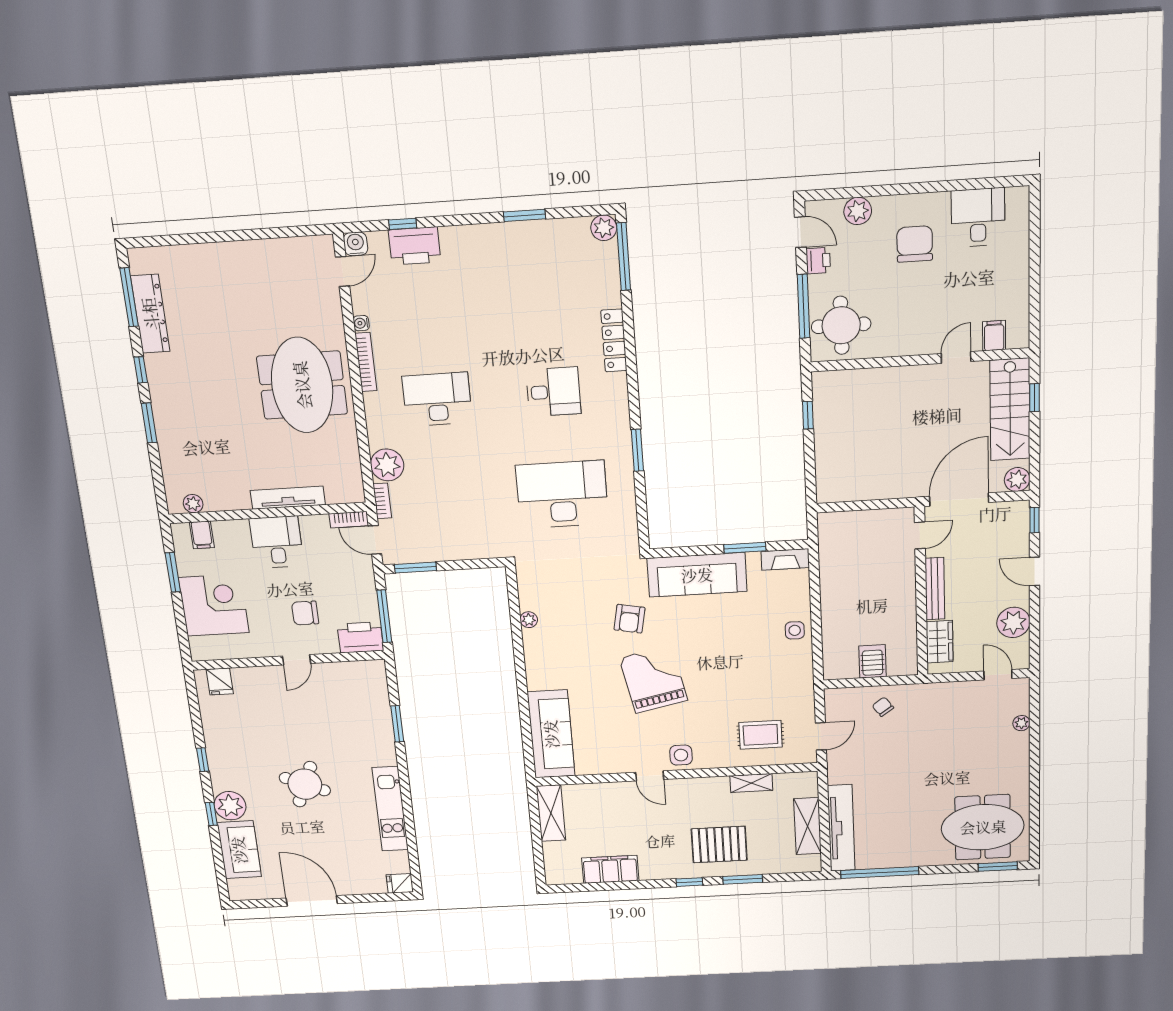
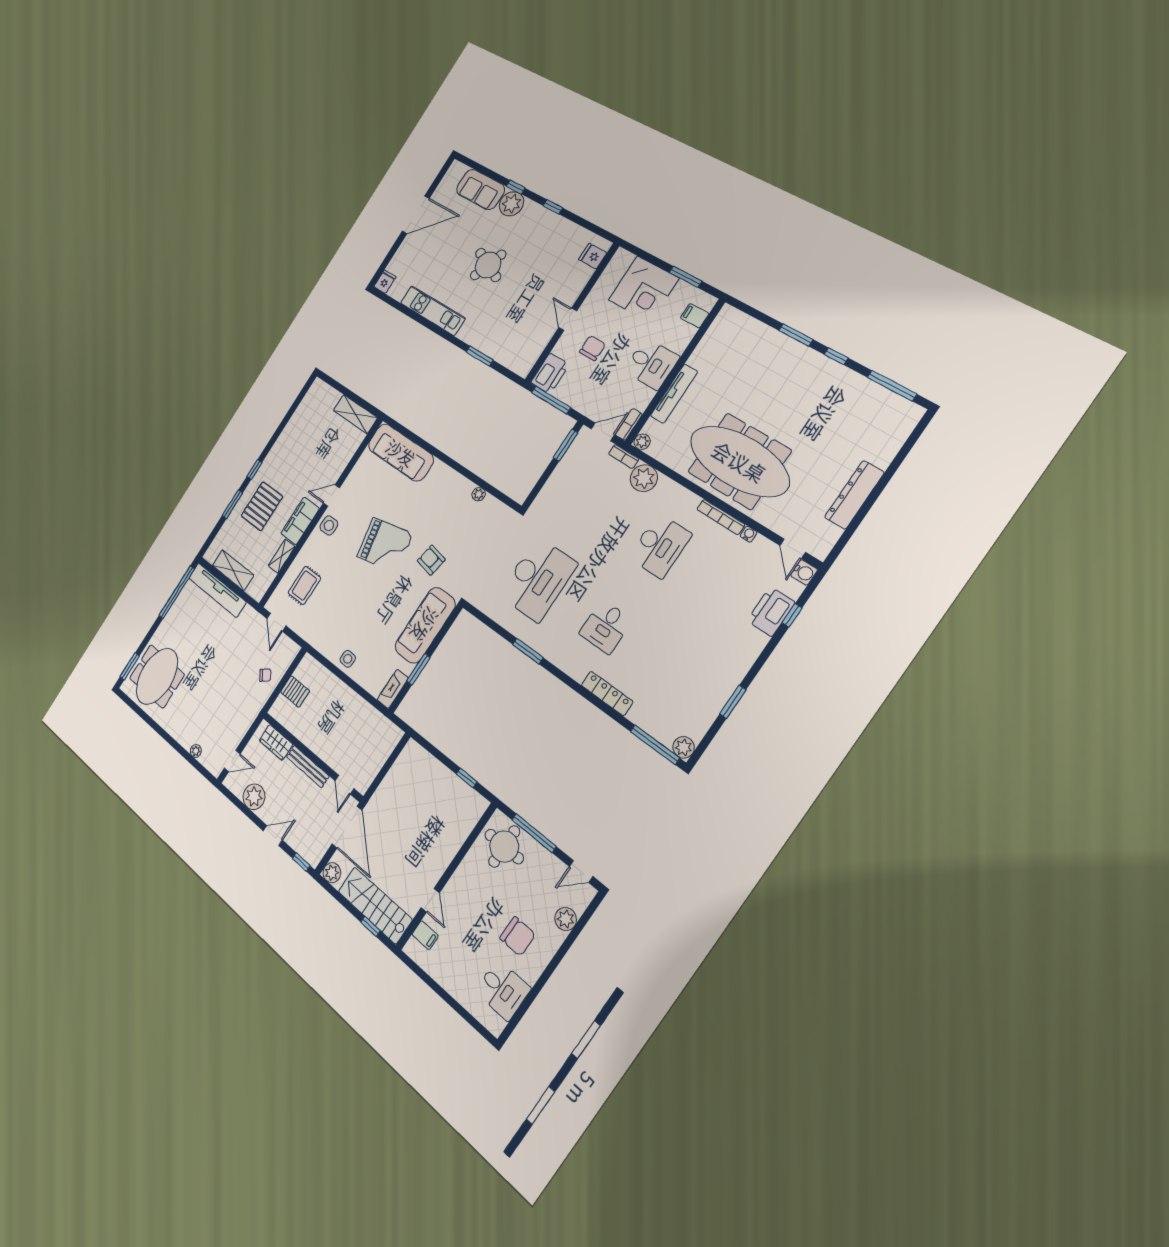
printer: (818, 261) -> (555, 867), removed
dresser: (150, 314) -> (854, 495), moved, turned 90
meeting table: (302, 385) -> (739, 461), width x1.36
plant: (193, 504) -> (642, 442), moved
filing cabinet: (610, 869) -> (300, 521), moved, turned 180

